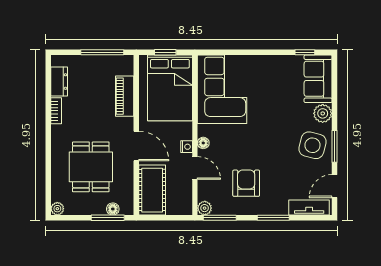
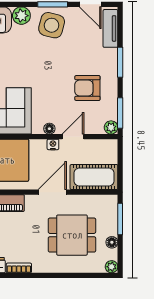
floor lamp: (113, 209) -> (112, 242), moved

